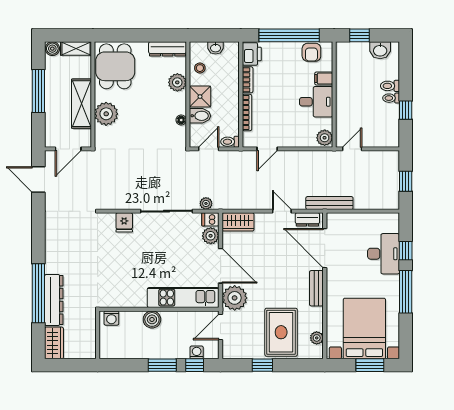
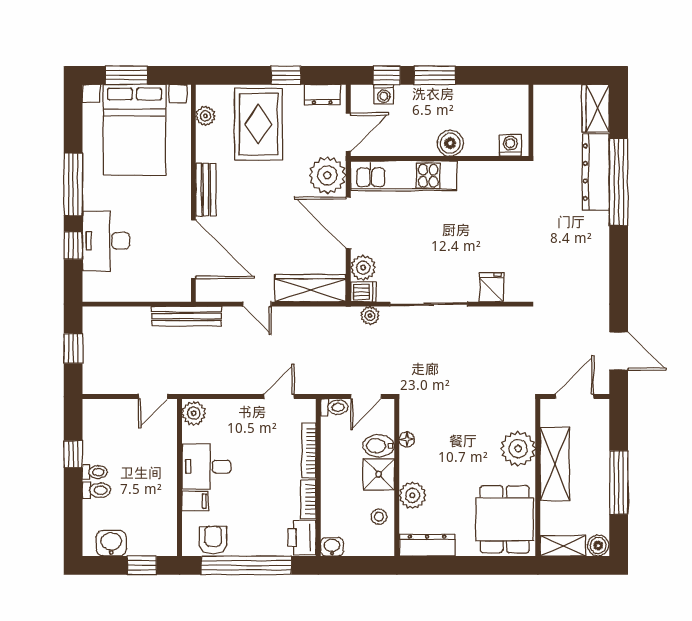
washbasin: (216, 48) -> (332, 547), moved
dresser: (307, 219) -> (322, 95), moved, turned 180
wardrobe: (238, 222) -> (310, 288), width x1.50

